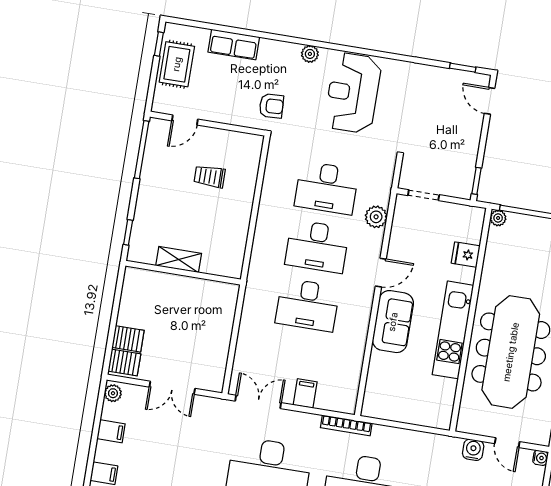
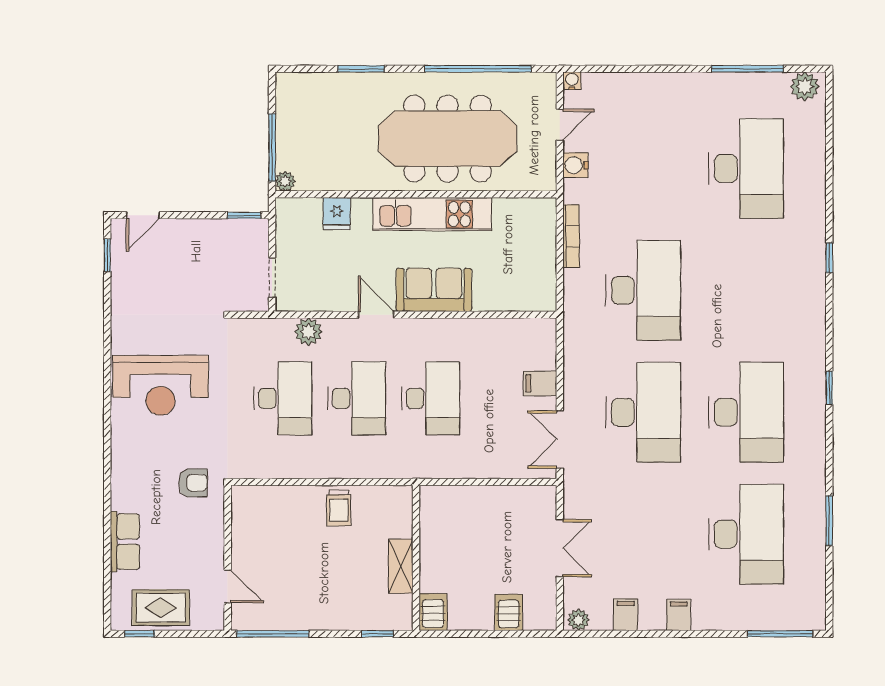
plant: (310, 54) -> (121, 446), removed
armchair: (271, 106) -> (193, 483), turned 93
trolley: (210, 176) -> (339, 508), moved
server rack: (124, 362) -> (433, 612), moved
bookcase: (346, 425) -> (571, 236), moved

